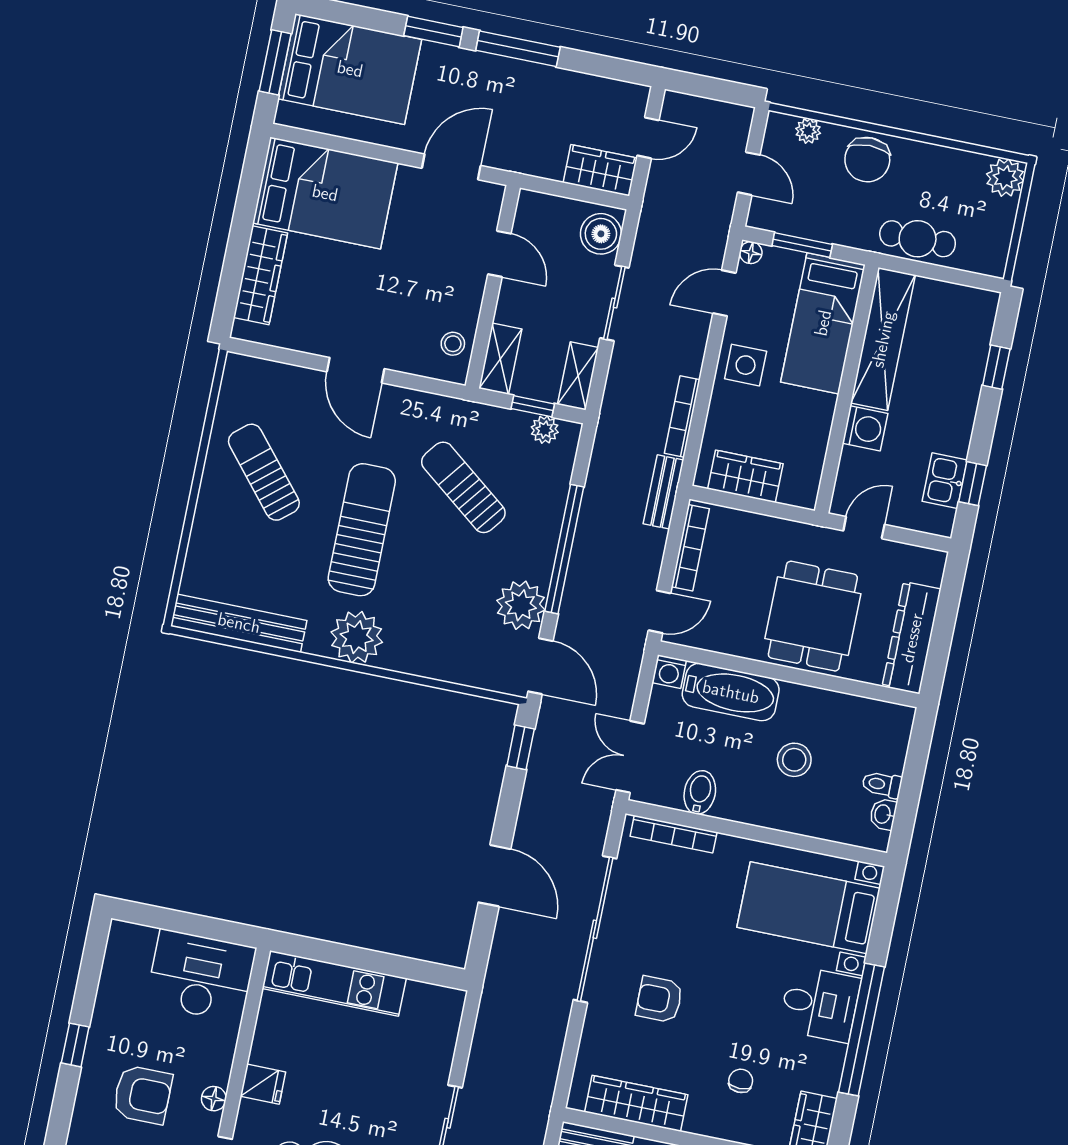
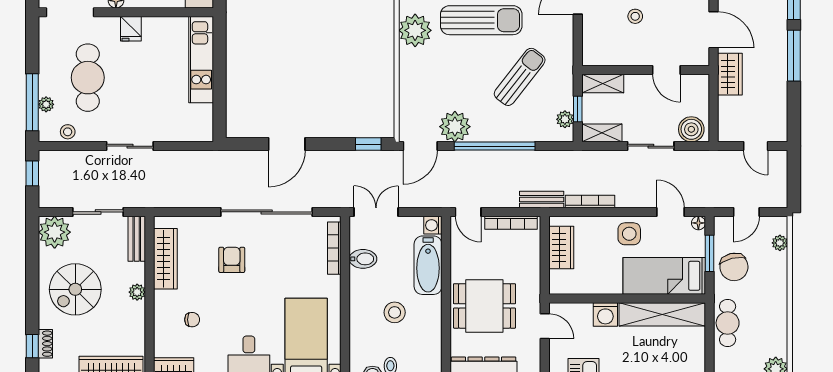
chair: (867, 160) -> (734, 267), moved, turned -103
wardrobe: (600, 170) -> (730, 74), moved
door: (499, 254) -> (666, 70), hinge flipped
stool: (453, 344) -> (635, 16), moved

